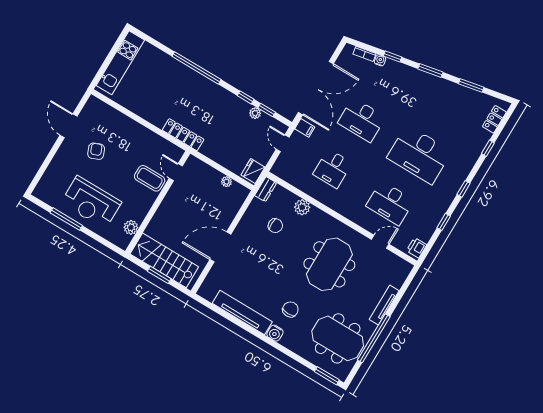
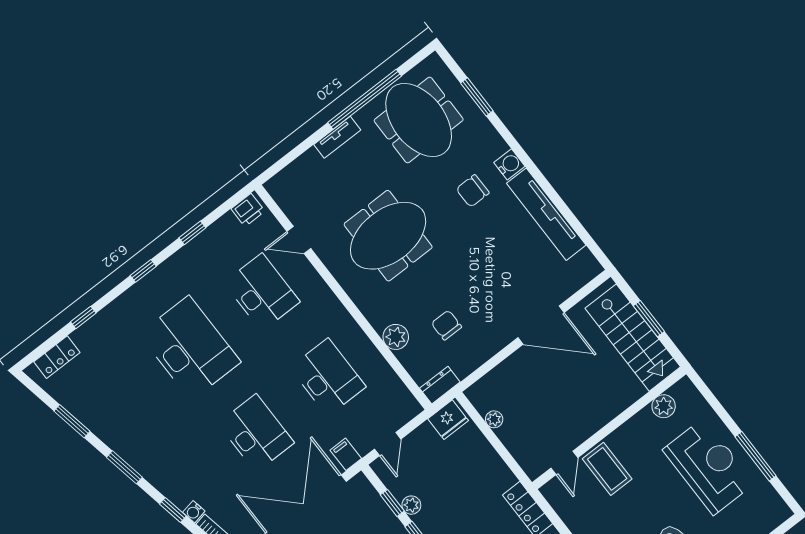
desk: (332, 169) -> (328, 377), width x1.37
tv unit: (384, 305) -> (337, 137), width x0.71
window: (327, 376) -> (477, 97), moved

